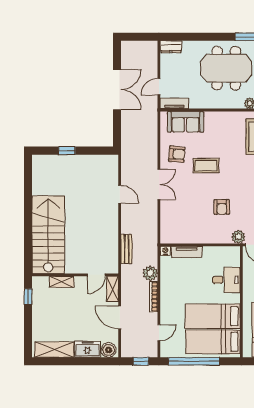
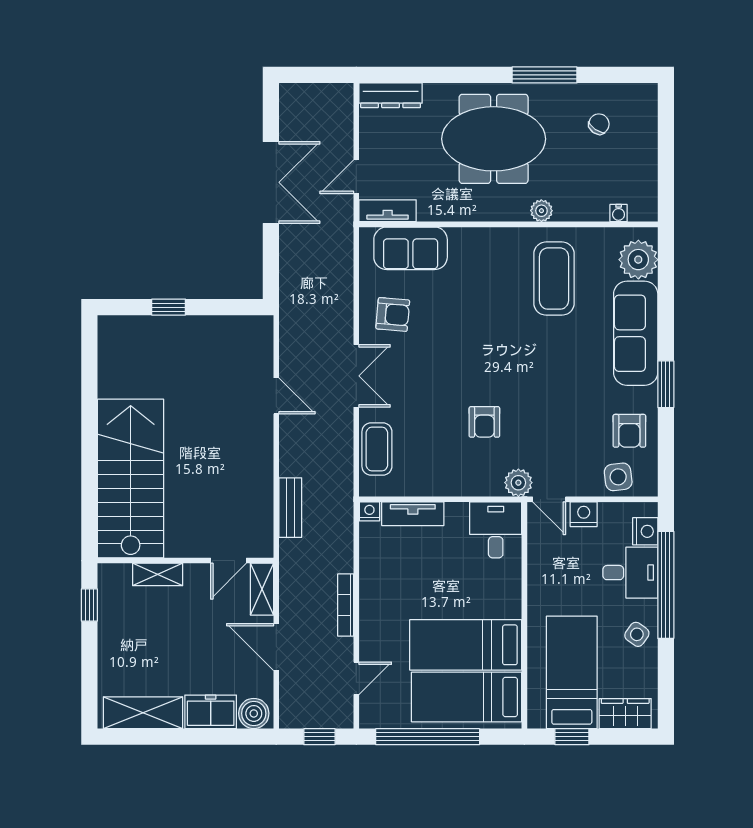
dresser: (171, 47) -> (391, 95), width x1.44
coffee table: (206, 166) -> (377, 449), moved, turned 90
plant: (150, 273) -> (339, 557), removed
desk: (226, 280) -> (496, 530), moved, turned -90

